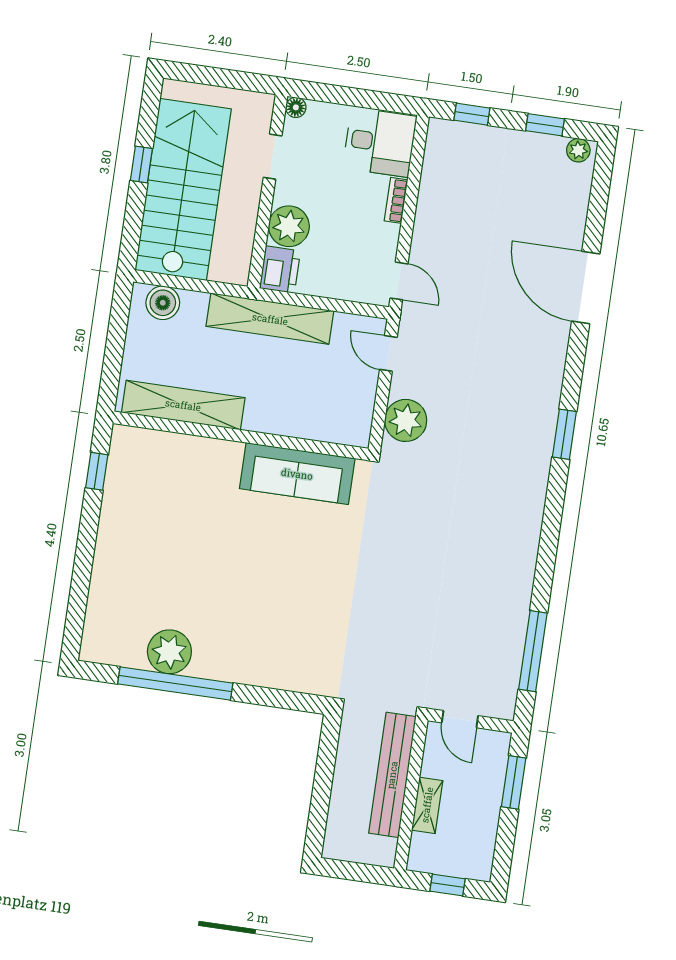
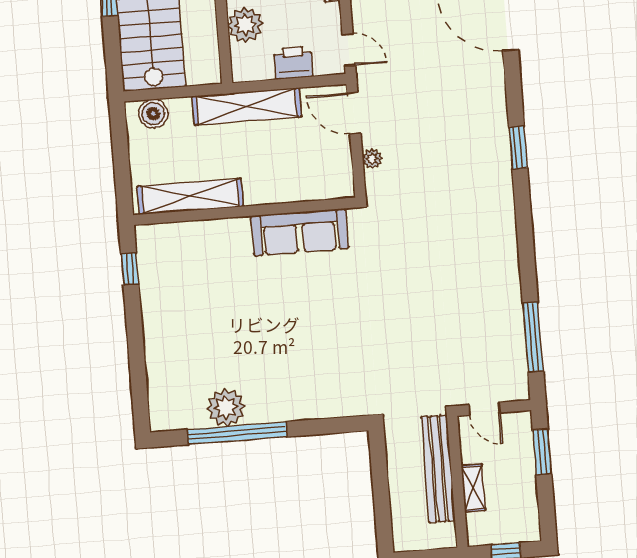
printer: (280, 270) -> (293, 63), moved, turned -90
door: (388, 353) -> (354, 113), width x1.38
plant: (406, 420) -> (372, 159), width x0.53, depth x0.53

